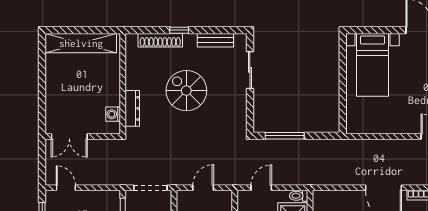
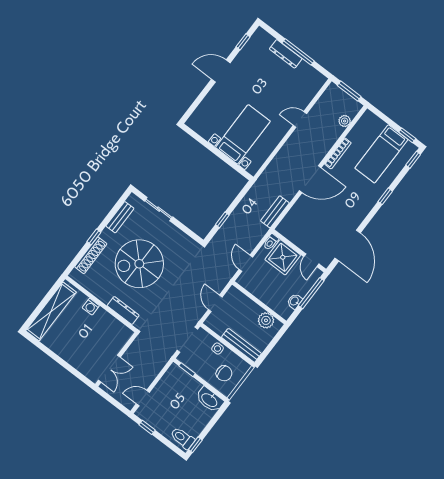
bed with nightstands: (373, 65) -> (243, 134), moved, turned -90
spiral stairs: (186, 91) -> (139, 264), width x1.37, depth x1.37
washing machine: (113, 114) -> (91, 307), moved
window: (285, 136) -> (222, 220), width x0.46
bench: (329, 178) -> (275, 212), added

